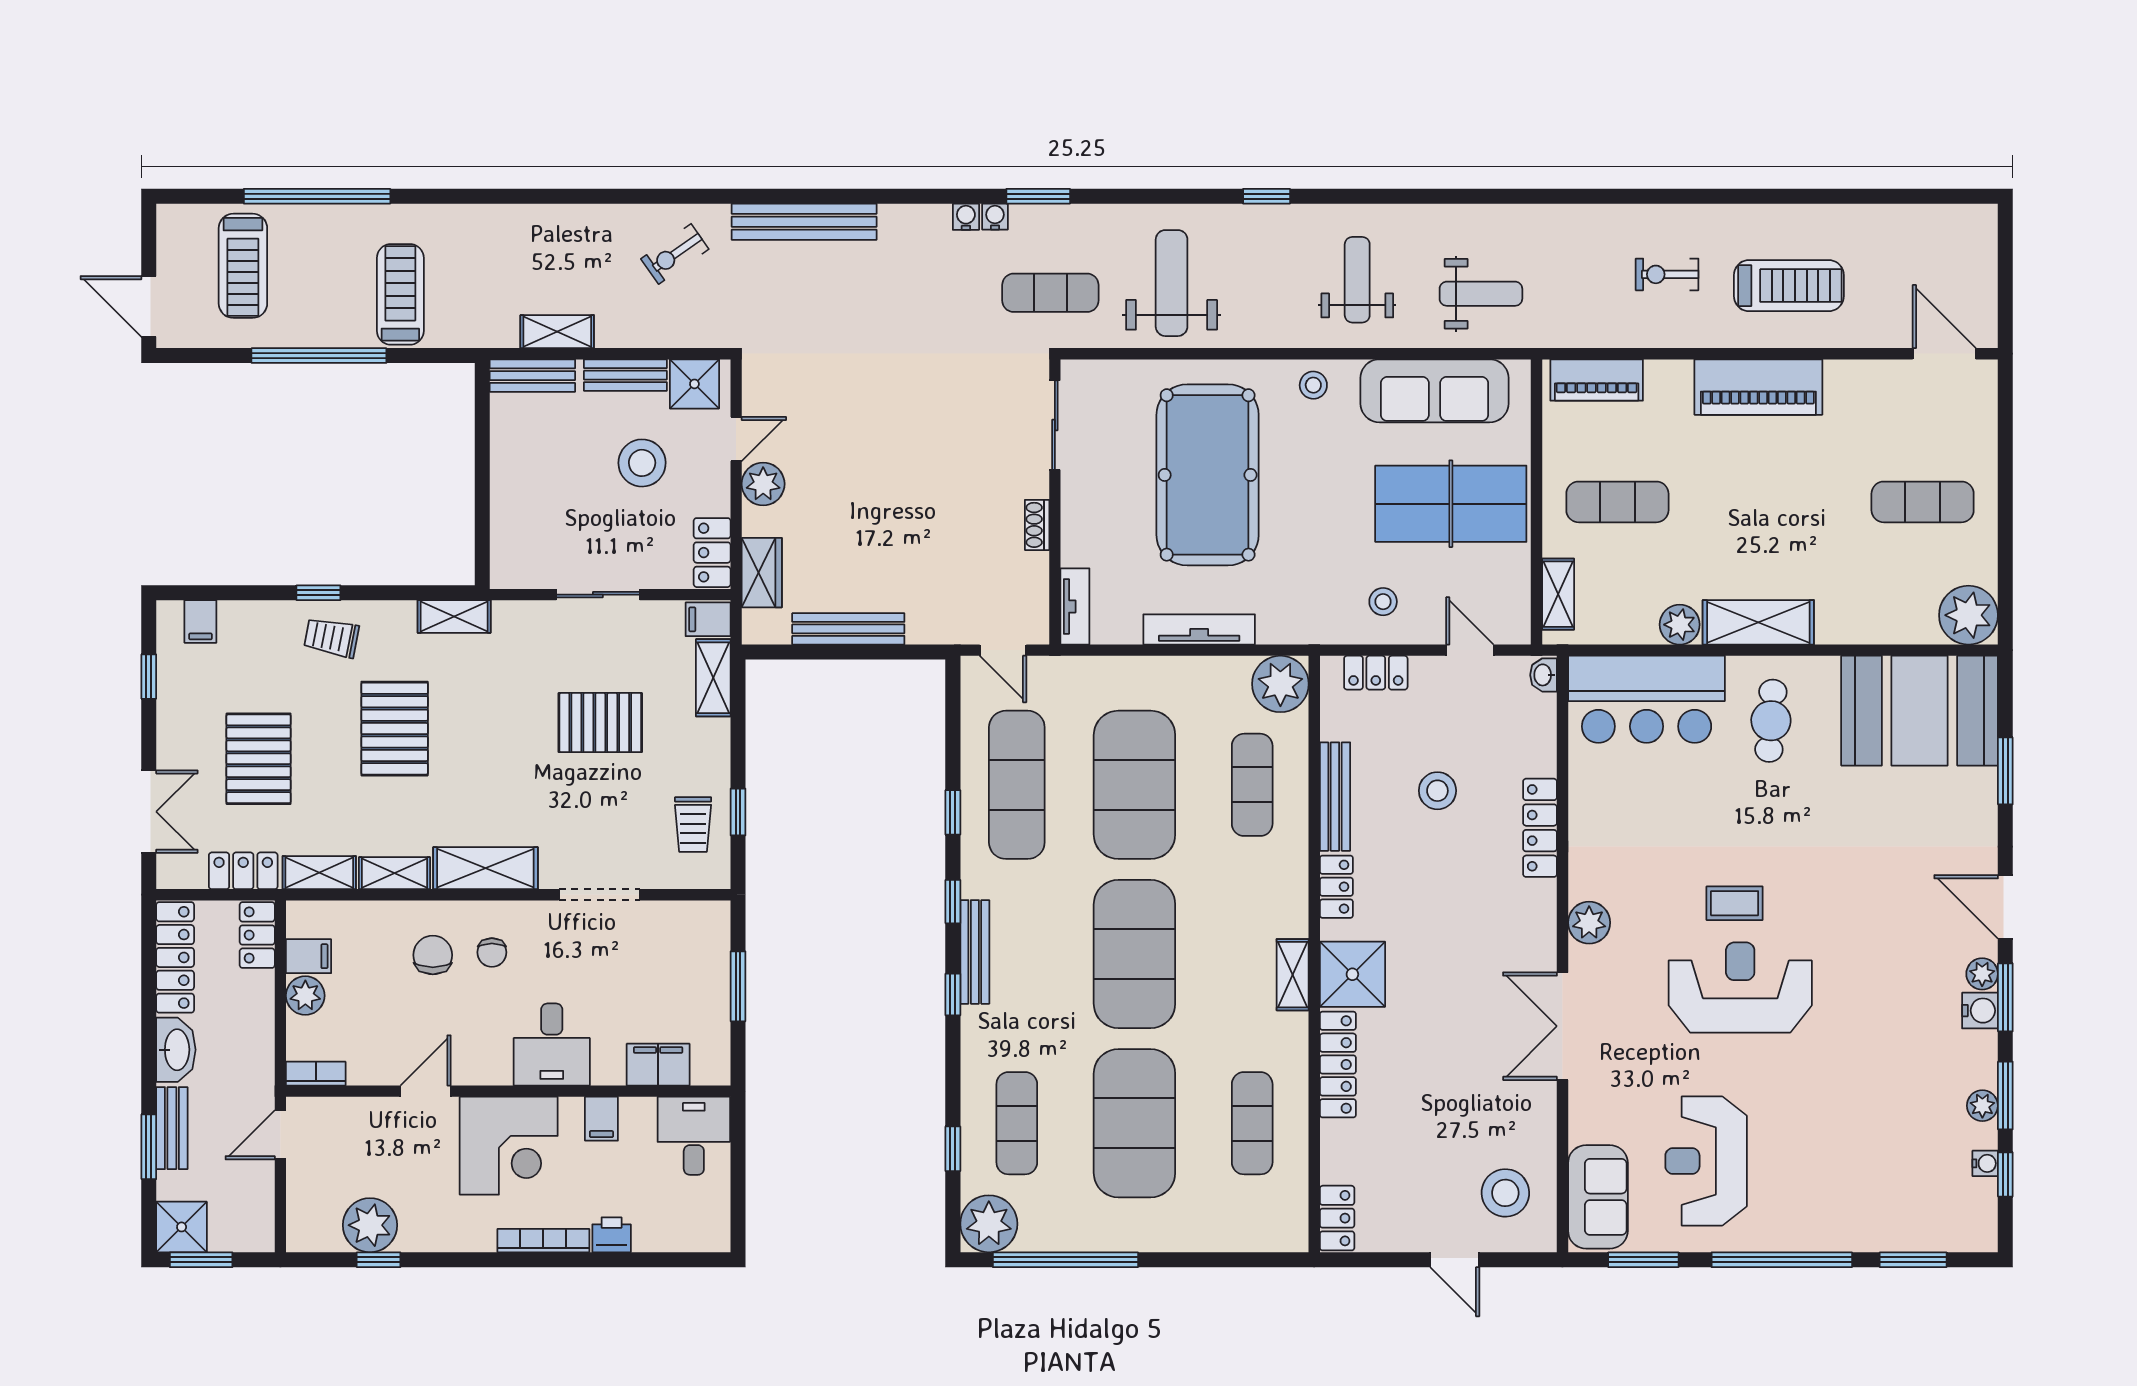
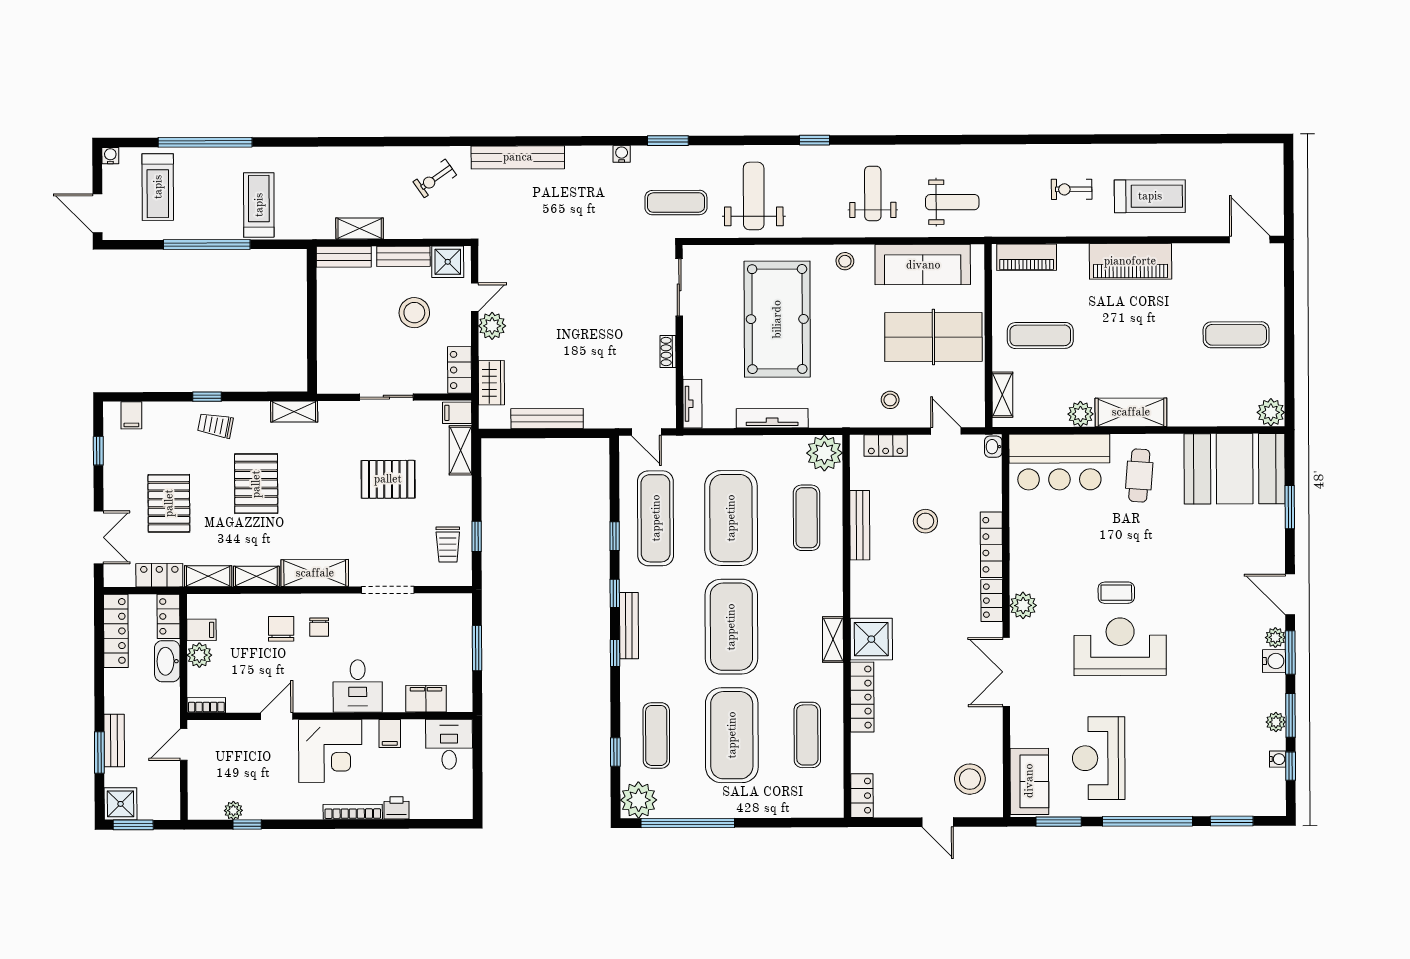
water cooler: (995, 217) -> (110, 156), moved
plant: (1968, 615) -> (1271, 412), width x0.73, depth x0.73
locker: (1336, 887) -> (992, 601), moved, turned 180
washbasin: (176, 1050) -> (167, 661), moved, turned 180
plant: (370, 1225) -> (233, 810), width x0.53, depth x0.53

